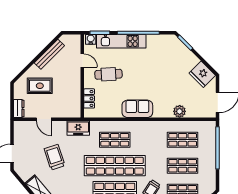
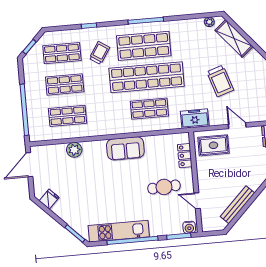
kitchen unit: (121, 41) -> (119, 231), moved
fridge: (202, 74) -> (49, 199), width x0.53, depth x0.75
rug: (40, 86) -> (213, 145), moved

